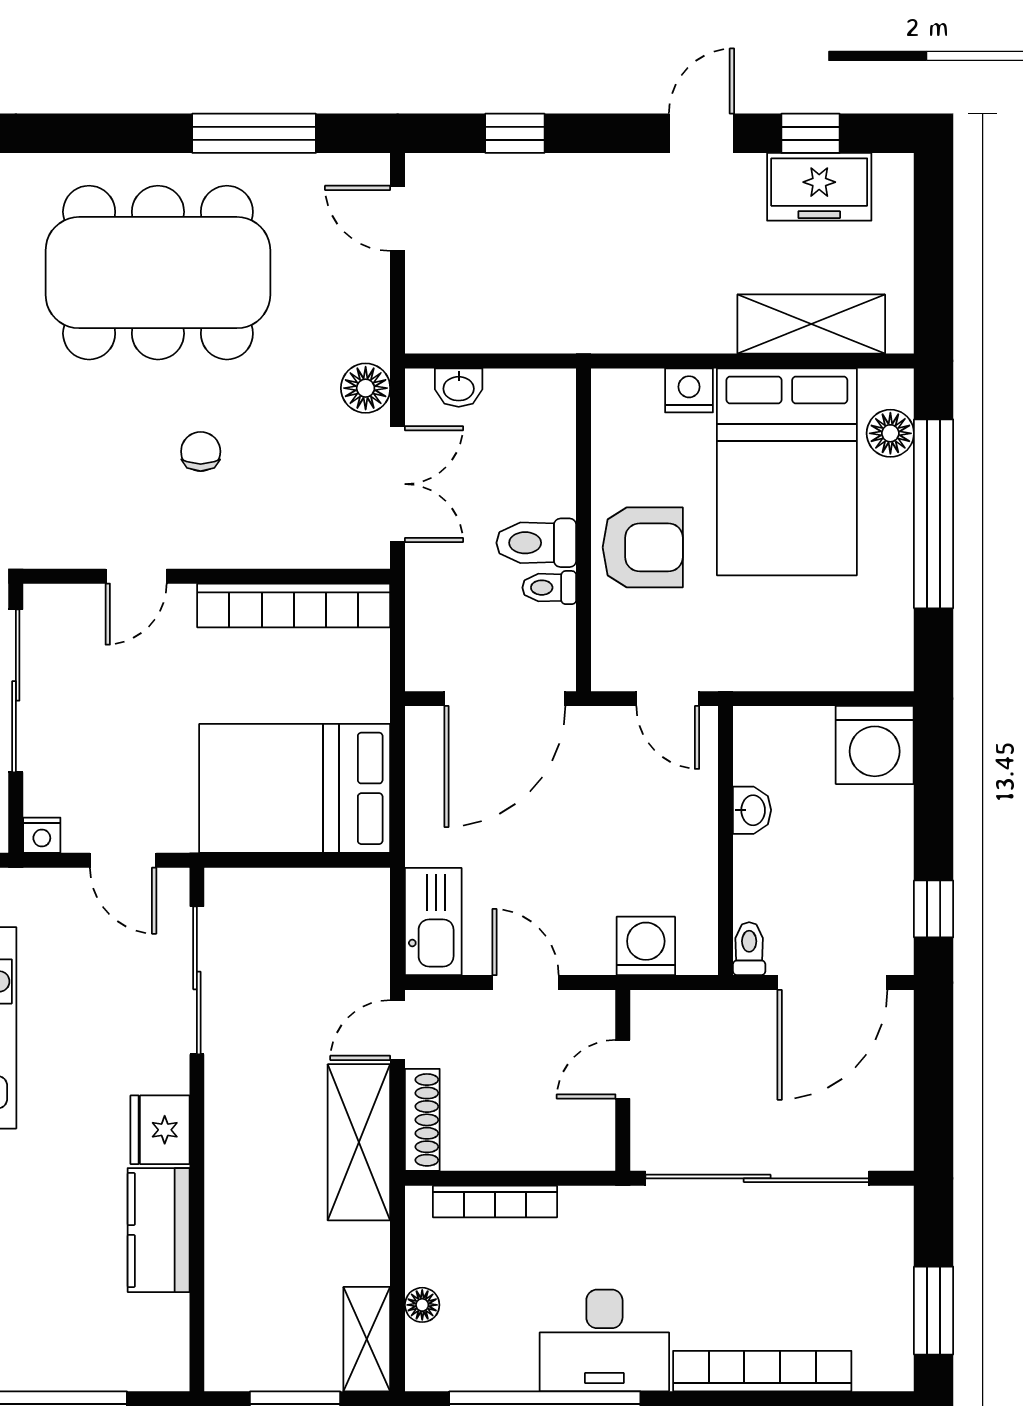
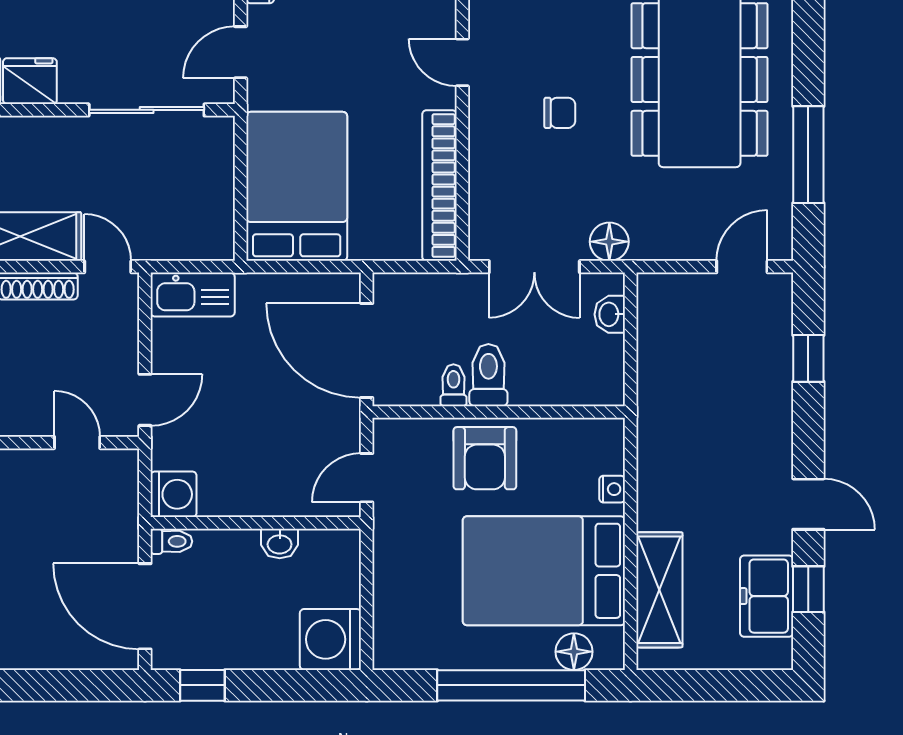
nightstand: (689, 390) -> (612, 489), width x0.72, depth x0.74
washing machine: (646, 946) -> (174, 494), moved
door: (525, 983) -> (145, 400), moved

